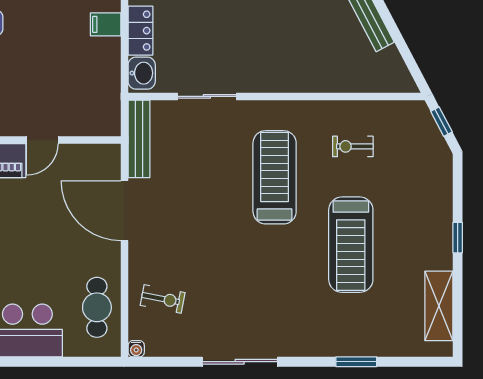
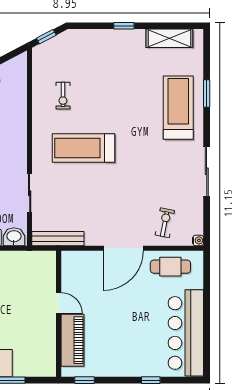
door: (124, 211) -> (123, 248), moved
treadmill: (351, 245) -> (178, 108), moved, turned -90

